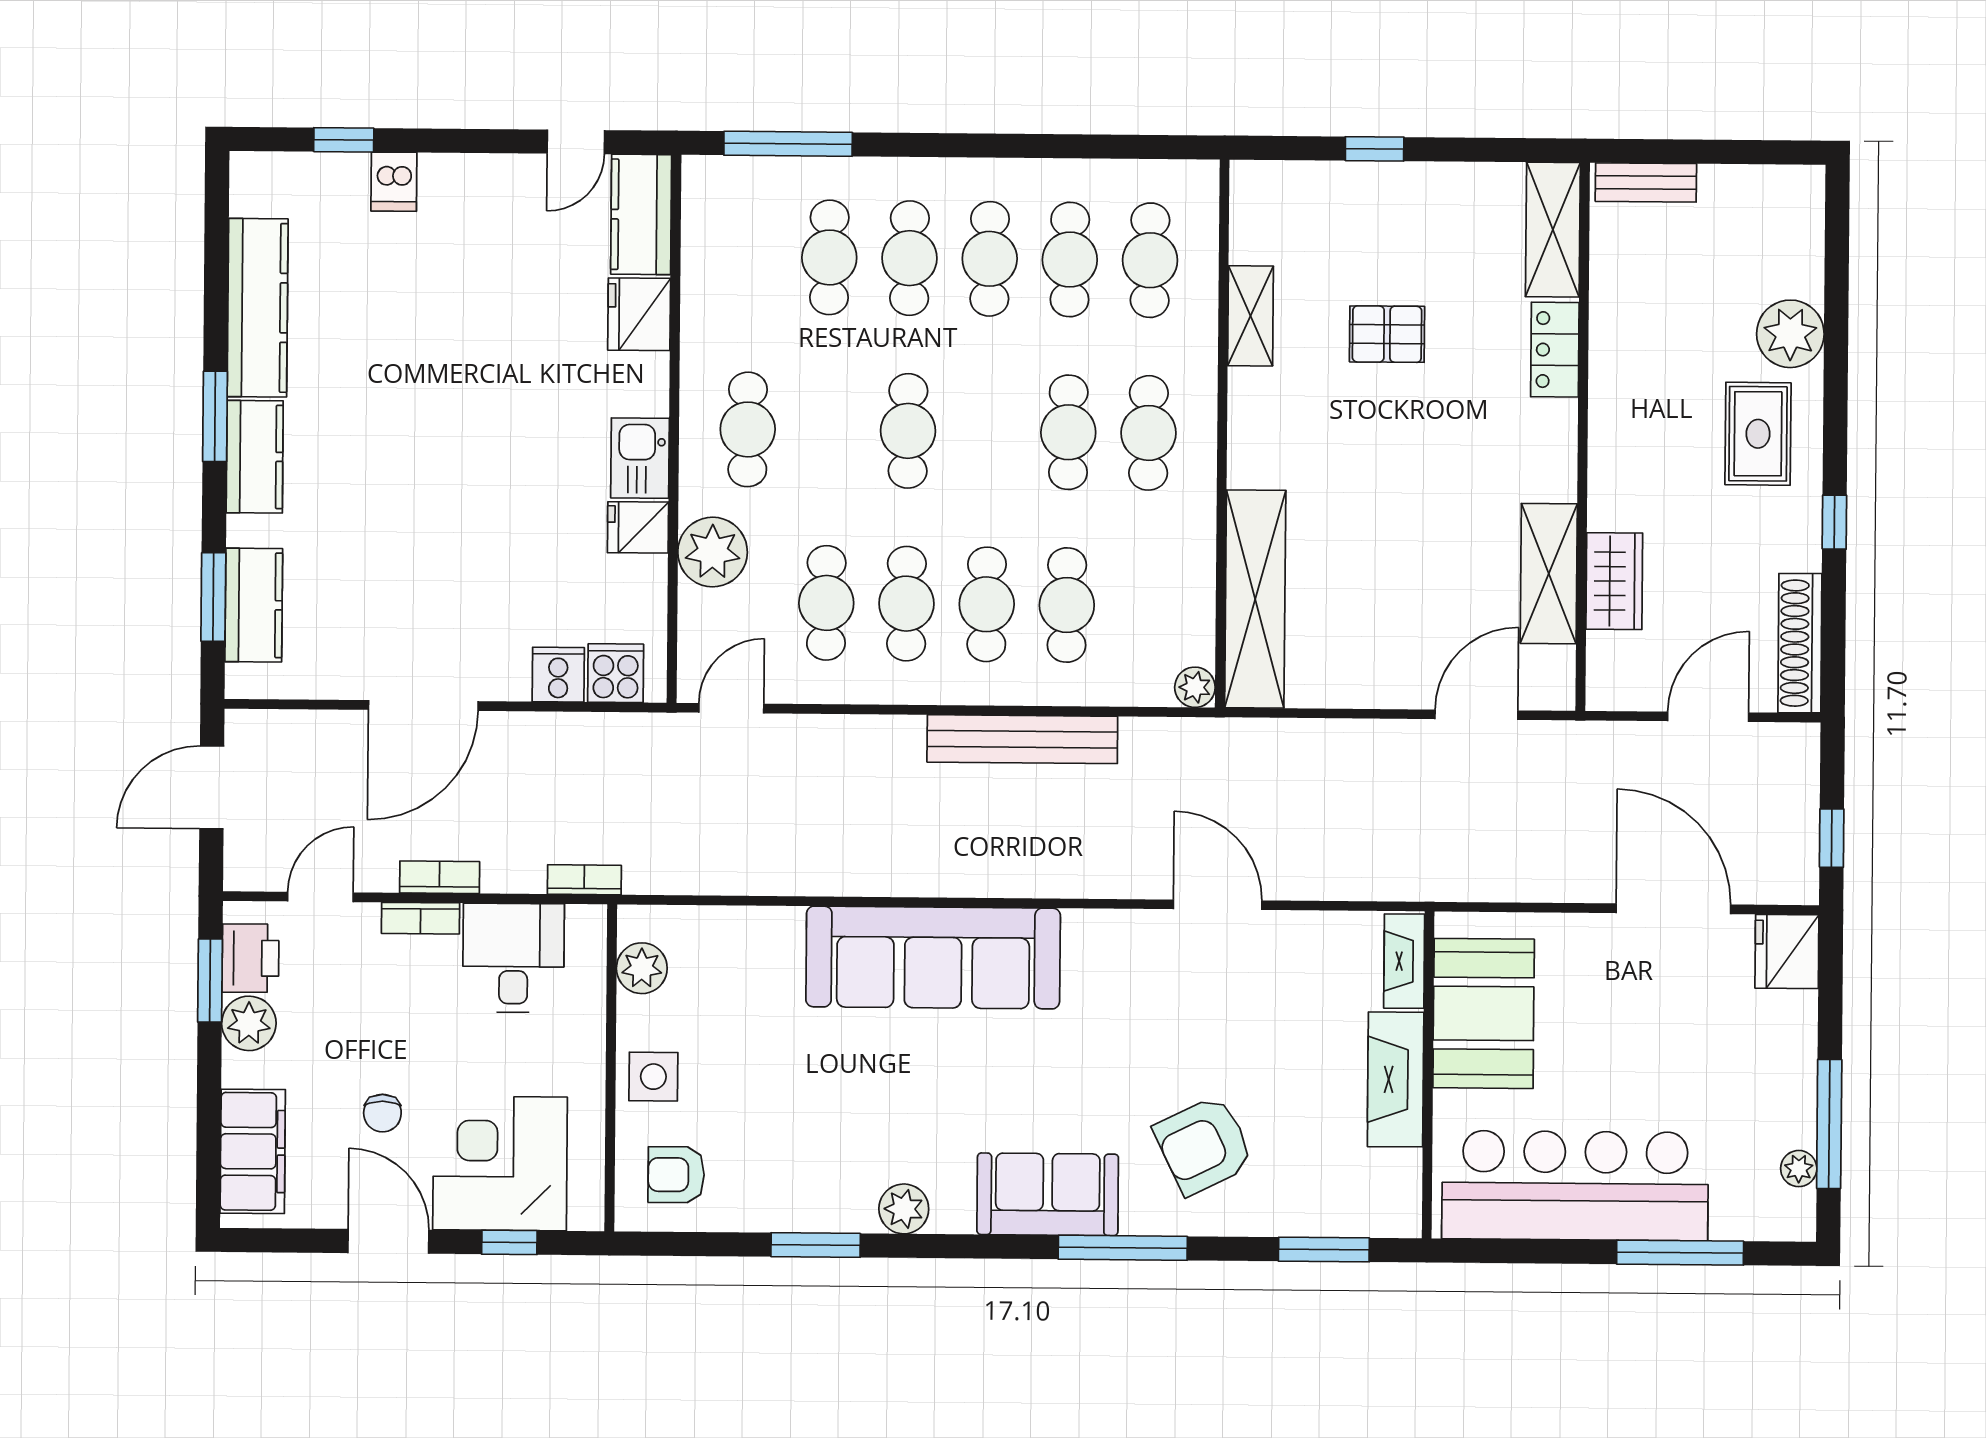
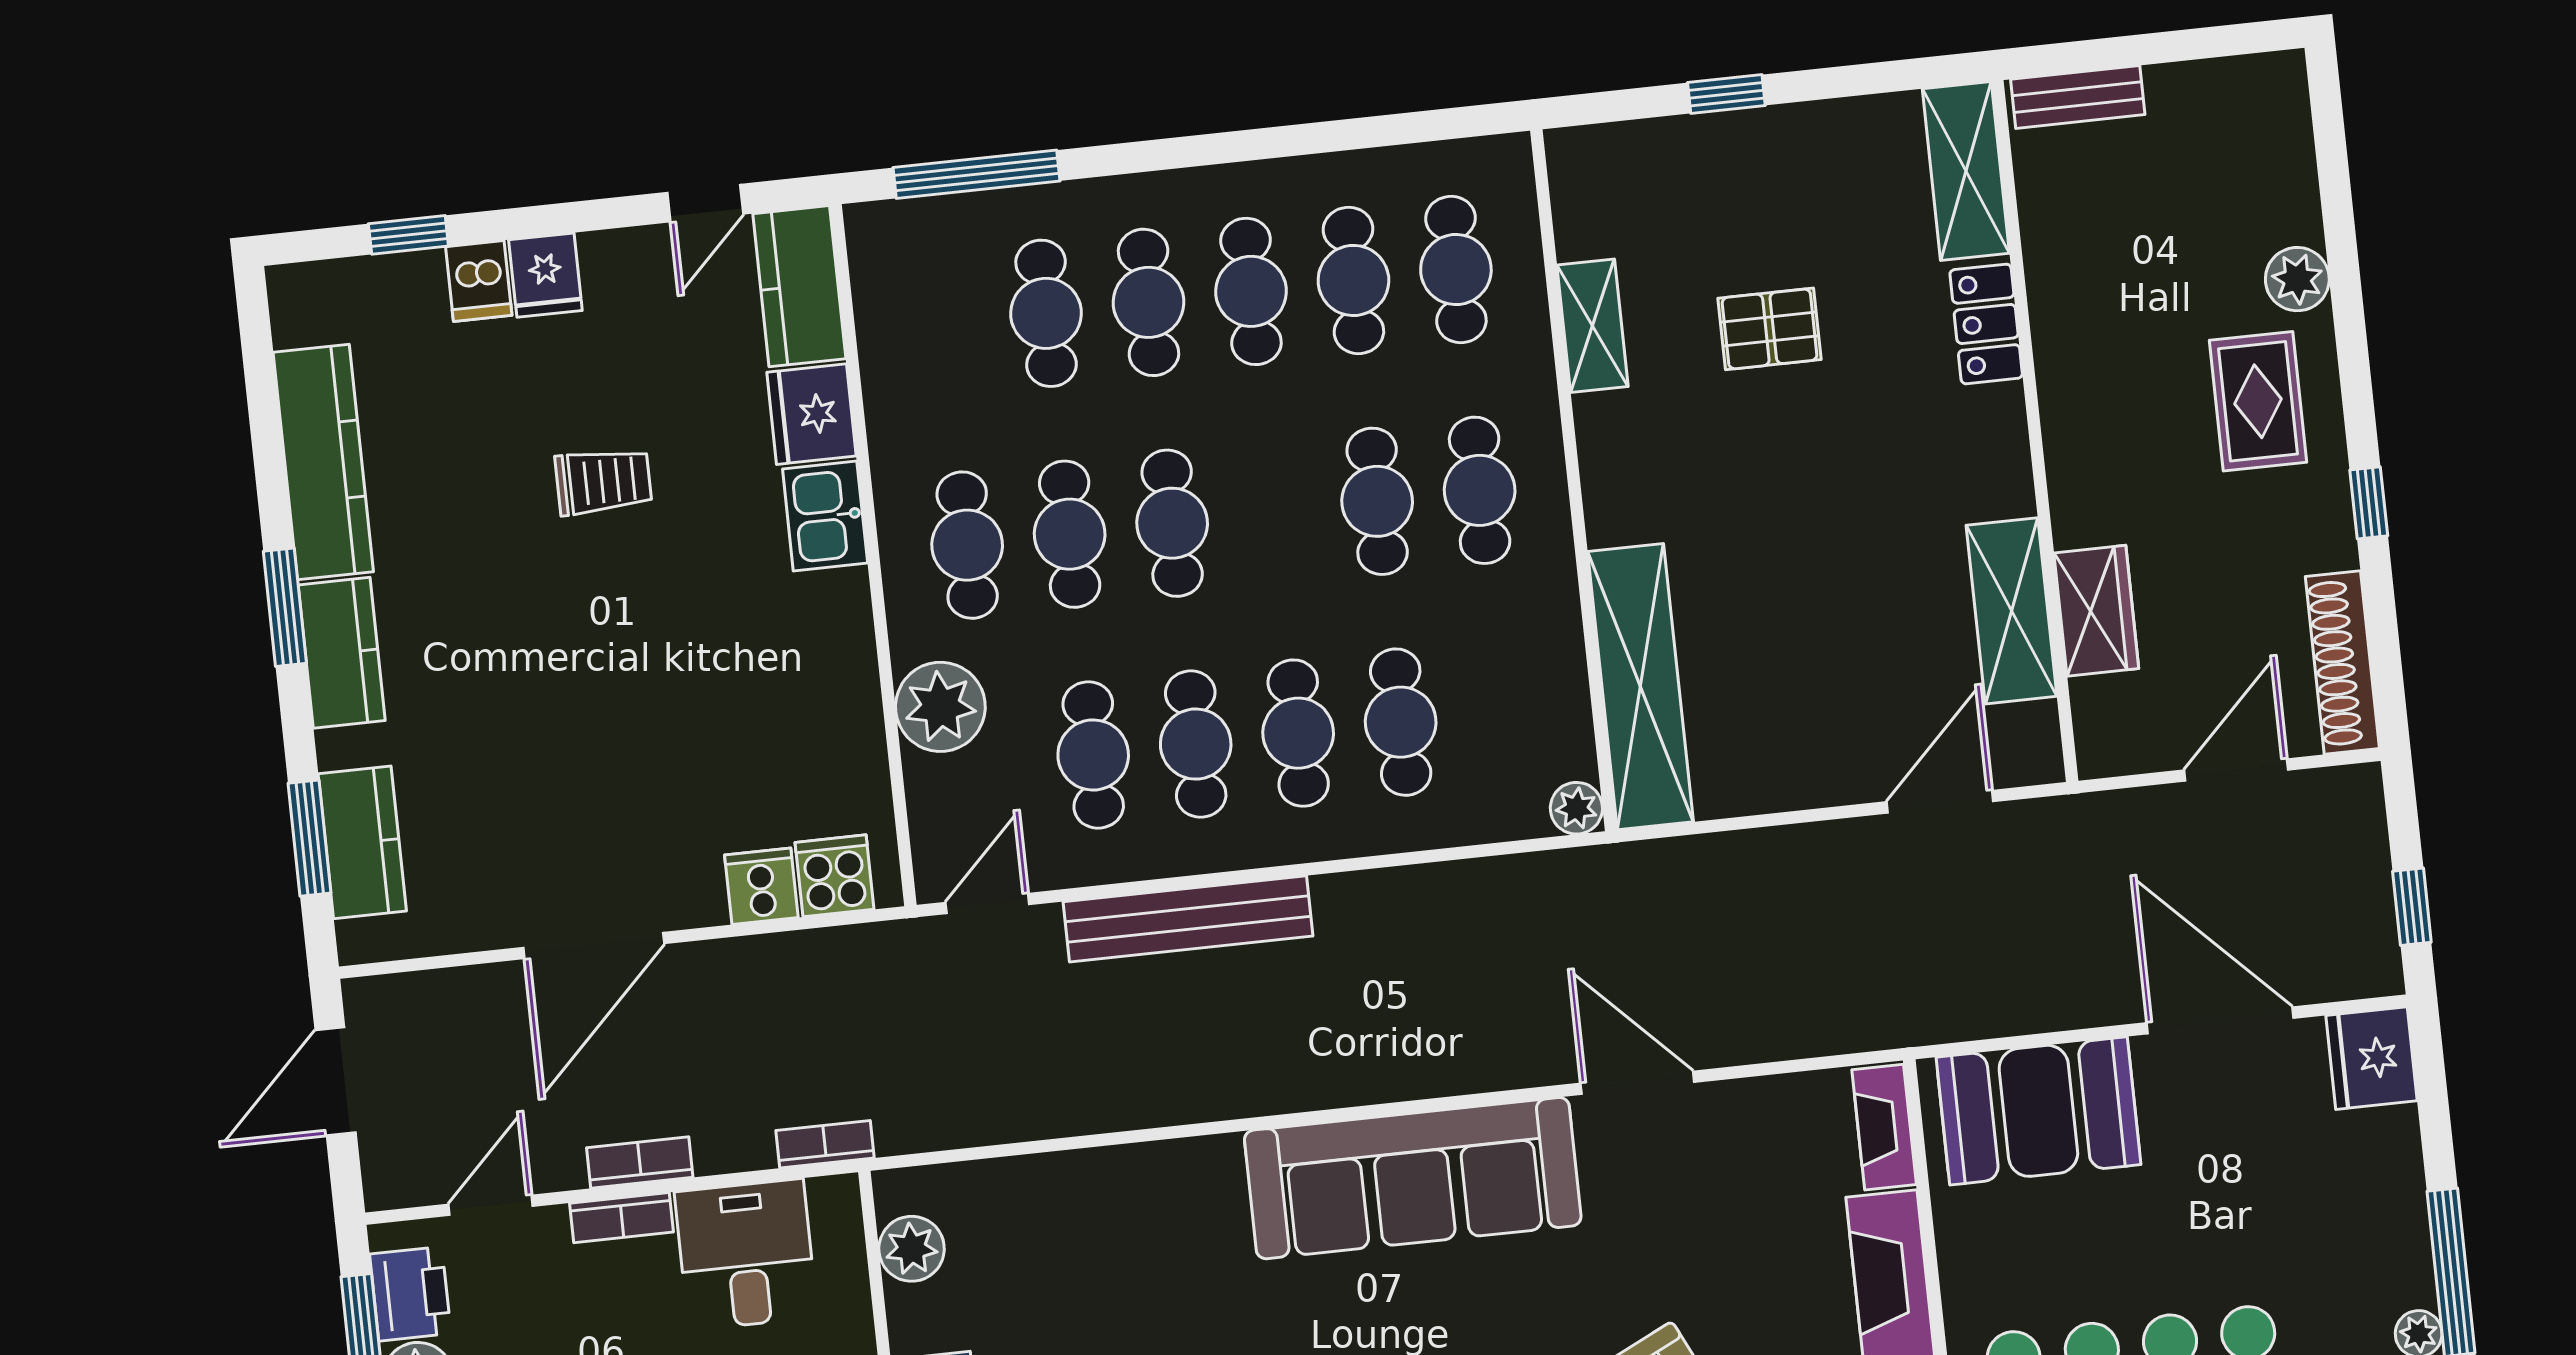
plant: (1790, 334) -> (2297, 279), width x0.73, depth x0.73
trolley: (472, 348) -> (603, 481), added
cafe table: (828, 430) -> (1070, 534), added
kitchen sink: (640, 458) -> (825, 516), moved
fridge: (638, 527) -> (545, 275), moved, turned -90
bench: (1022, 739) -> (1188, 919), moved
sofa: (933, 957) -> (1413, 1178), moved
booth: (1484, 1013) -> (2038, 1111), moved, turned 90

